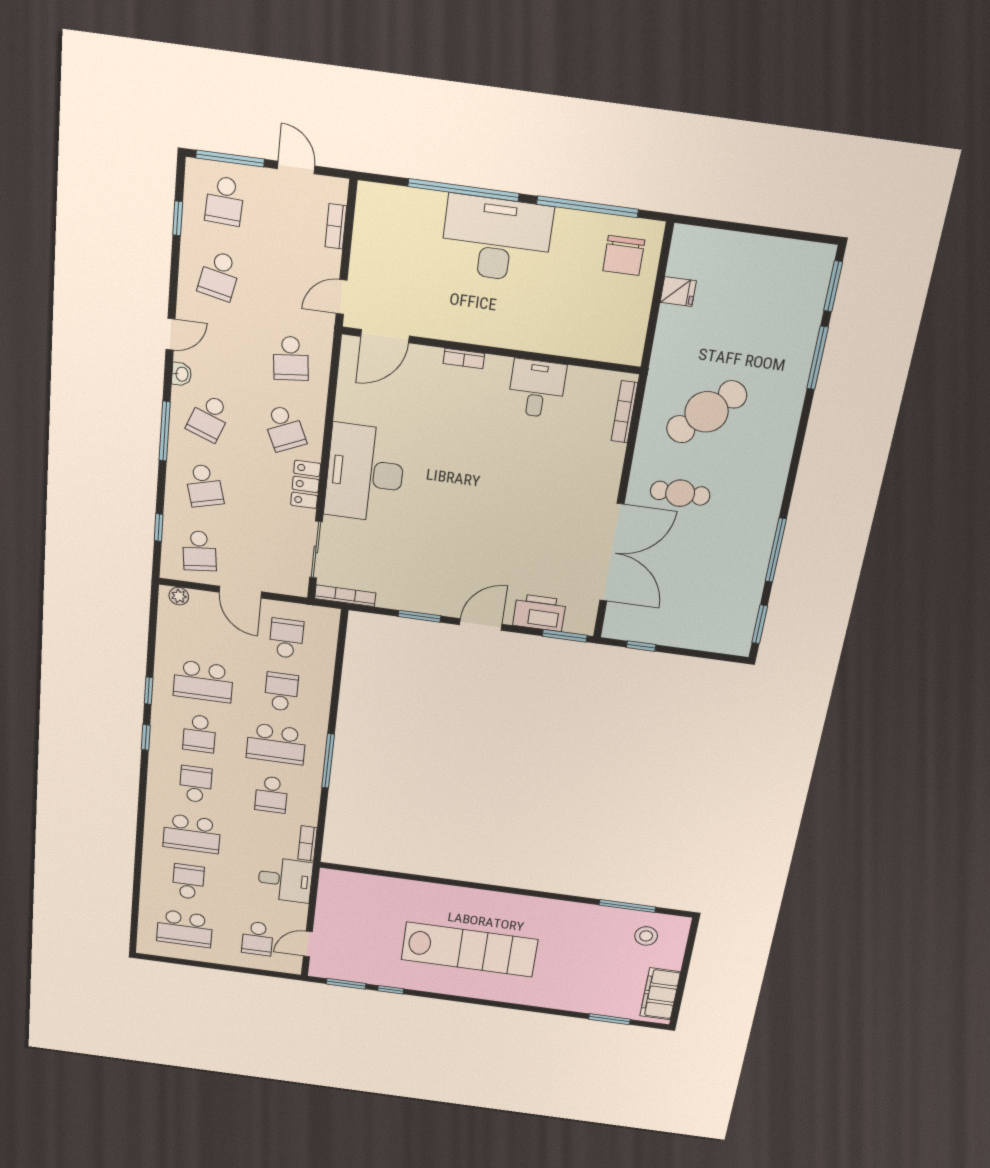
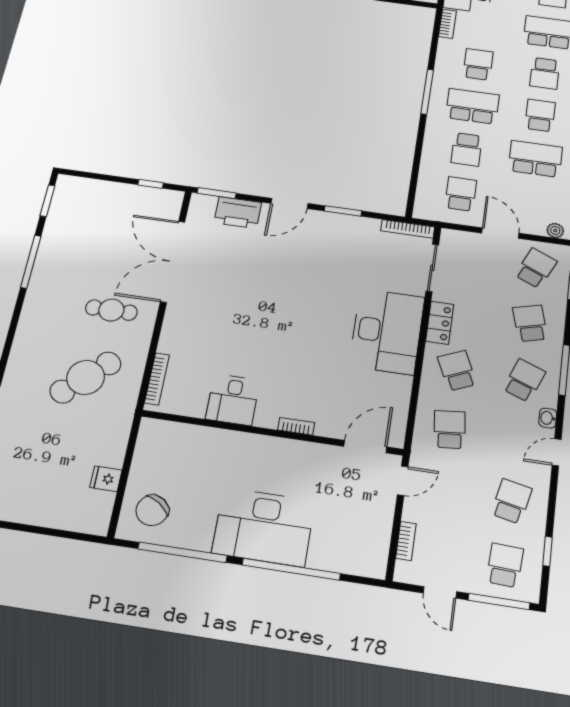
chair: (624, 255) -> (152, 510), turned -145
school desk: (199, 551) -> (536, 268), turned 30
school desk: (286, 638) -> (461, 194), turned 180

